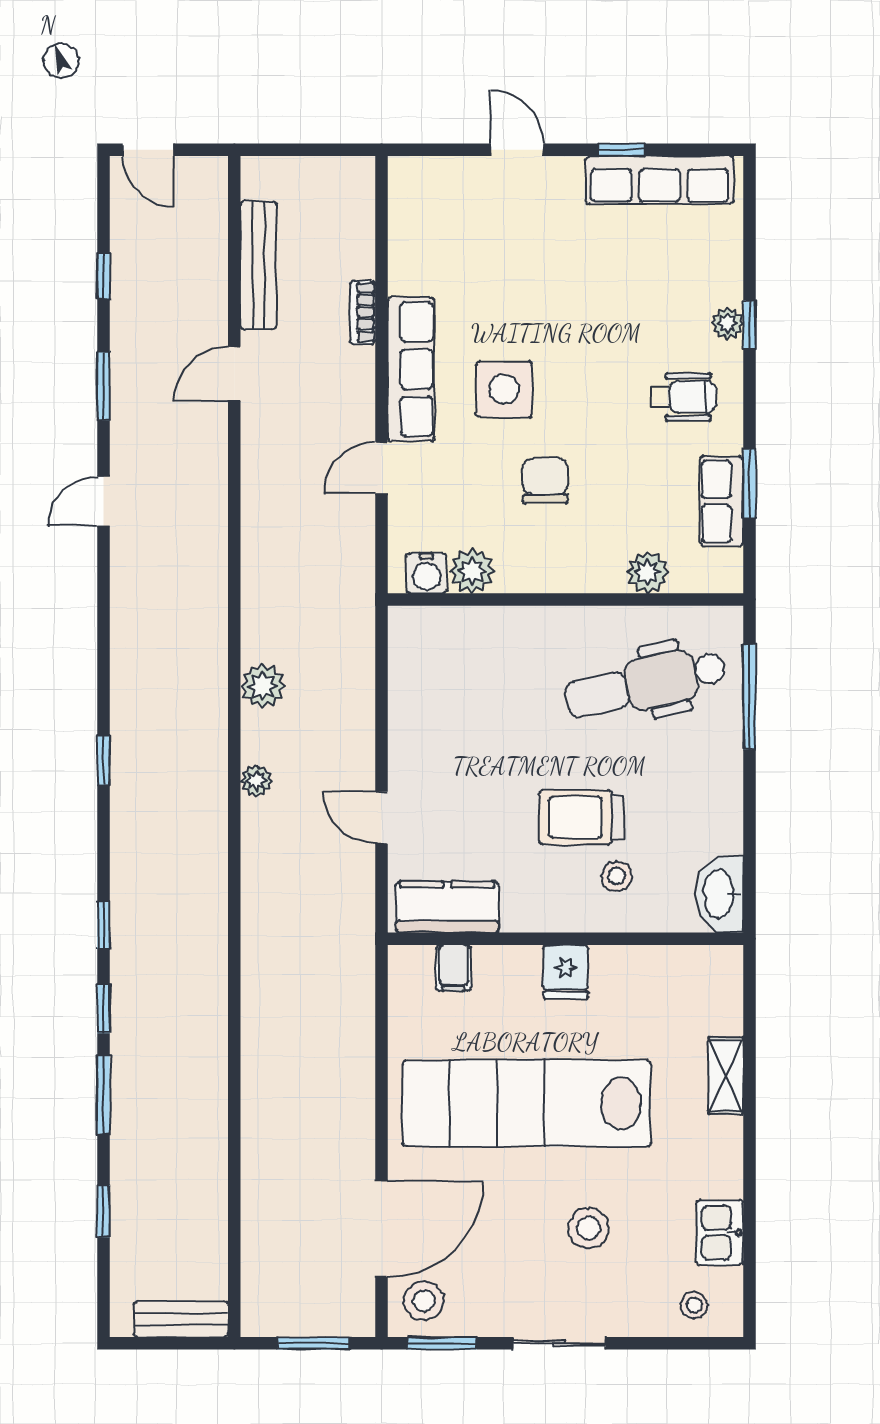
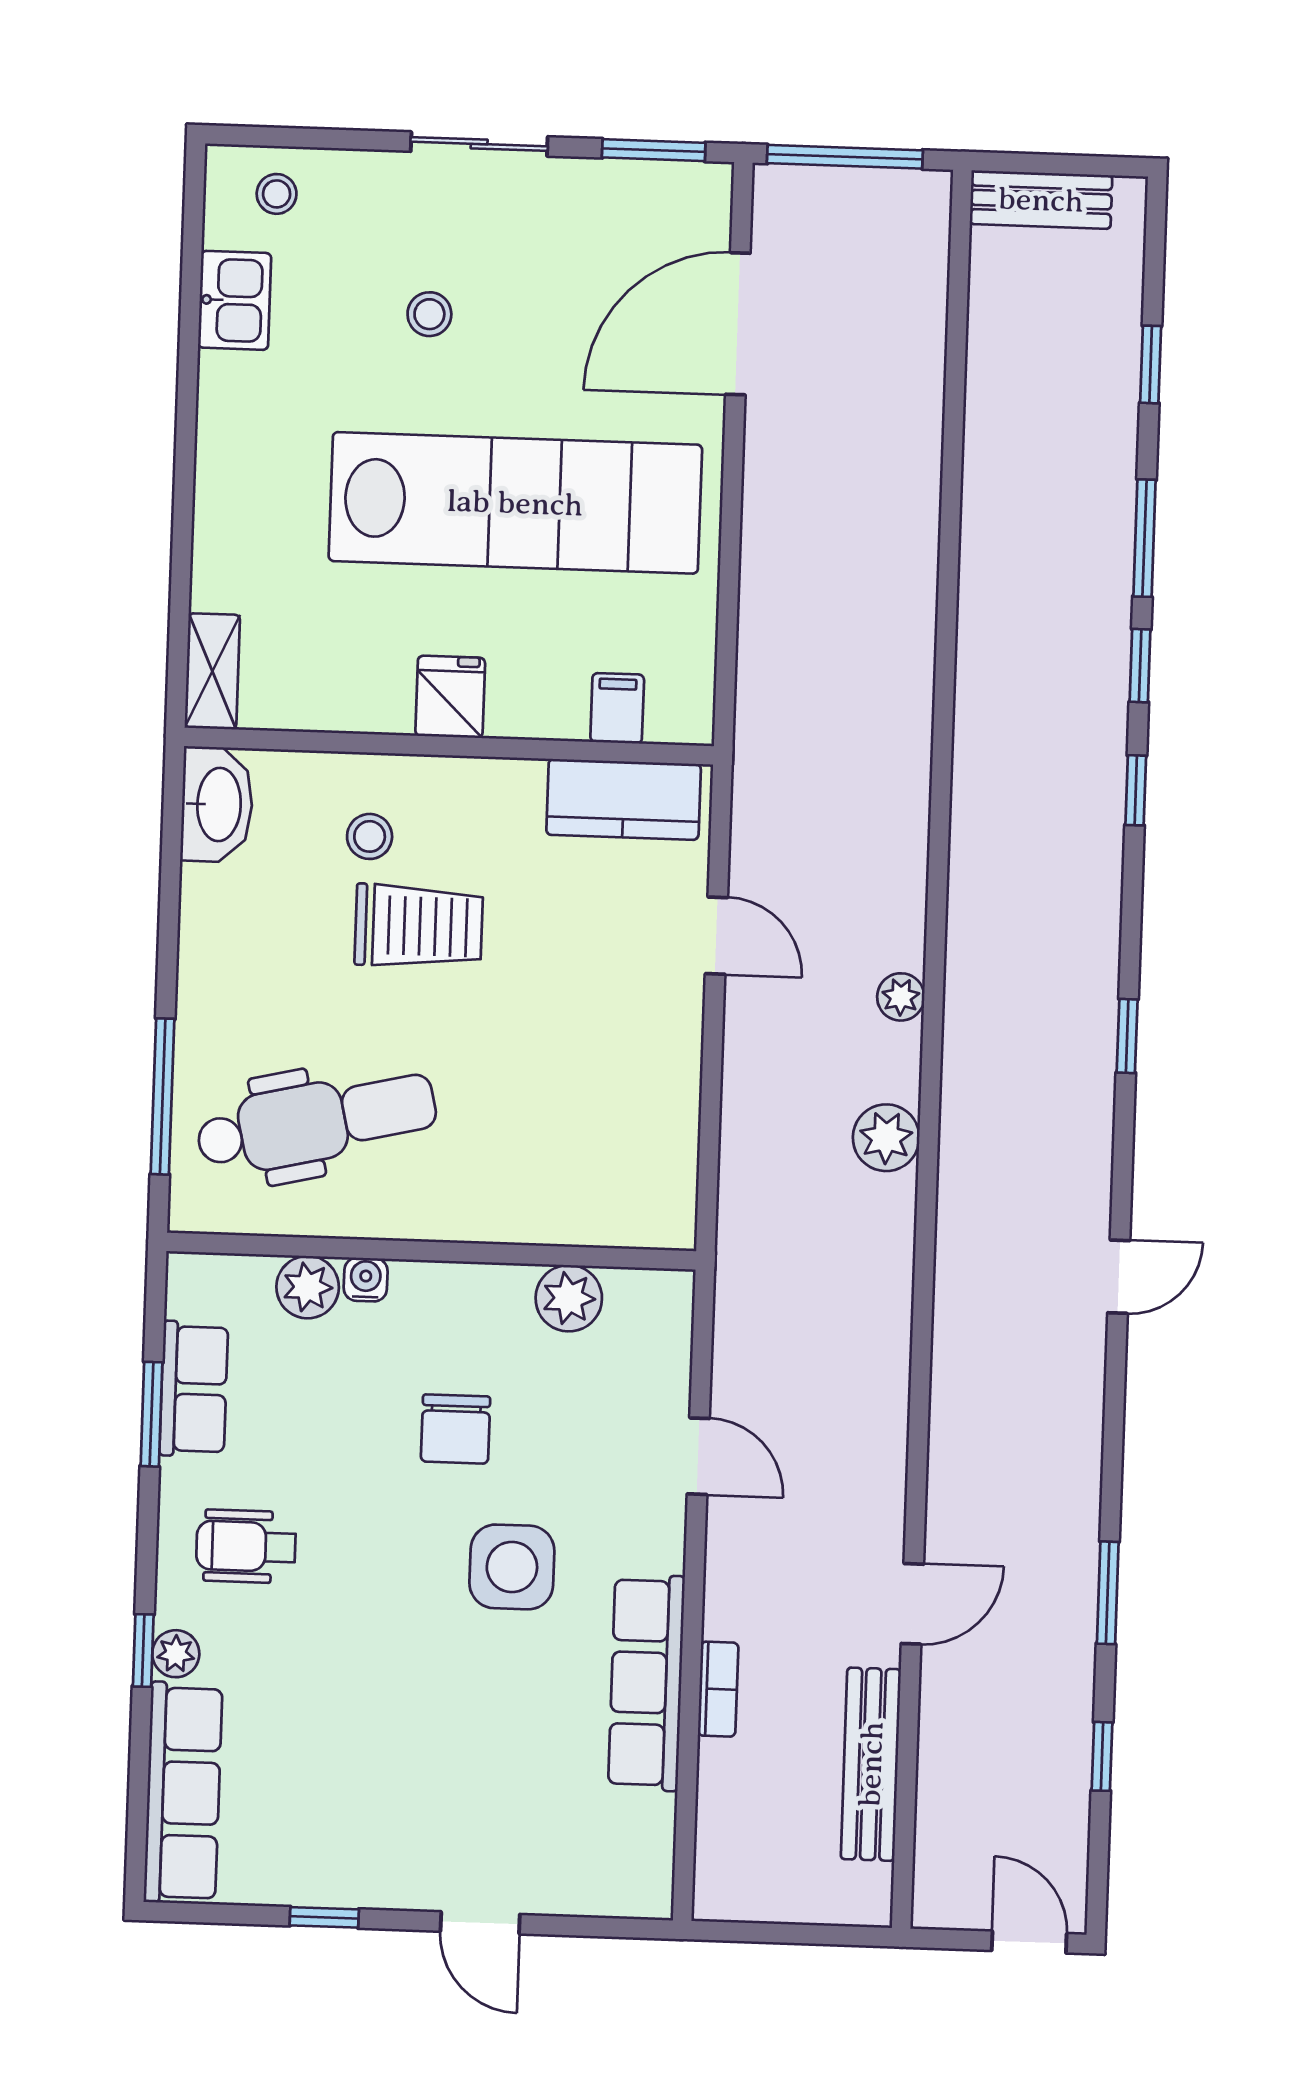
row of seats: (660, 180) -> (183, 1793), moved, turned 90
row of seats: (411, 369) -> (646, 1683), moved
door: (382, 468) -> (698, 1456), hinge flipped
door: (104, 501) -> (1119, 1277), moved
water cooler: (426, 573) -> (366, 1280), moved, width x0.72, depth x0.72
shelving: (726, 1076) -> (212, 671), moved
stool: (589, 1228) -> (429, 314), width x0.73, depth x0.73
stool: (424, 1301) -> (678, 214), removed
window: (314, 1343) -> (845, 157), width x1.44

